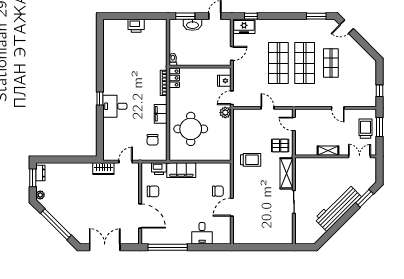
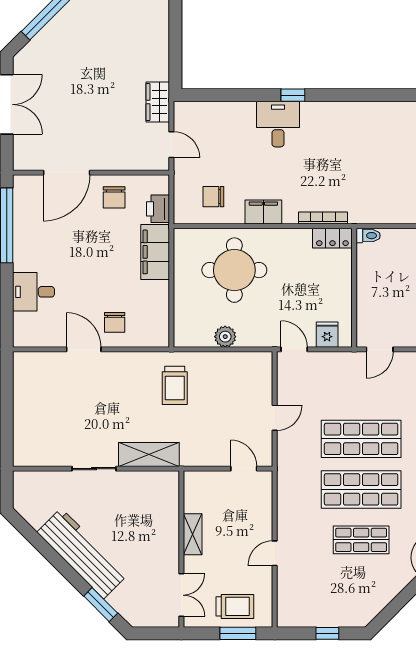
door: (232, 53) -> (380, 349), hinge flipped
window: (379, 91) -> (327, 633), moved
plant: (225, 112) -> (225, 337), moved
door: (294, 124) -> (244, 469), hinge flipped
pallet: (280, 146) -> (202, 442), removed

